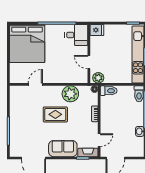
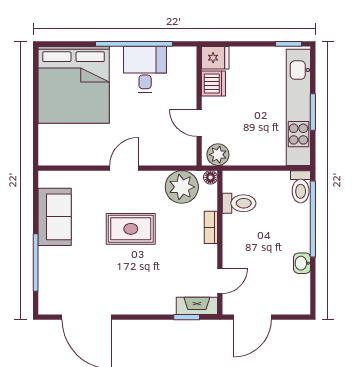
desk: (76, 35) -> (145, 69), moved, turned -90
dishwasher: (96, 43) -> (213, 83), added
door: (35, 84) -> (124, 168), moved
toilet: (109, 91) -> (239, 203), moved
plant: (70, 94) -> (182, 187), moved
sofa: (63, 149) -> (55, 217), moved, turned 90

